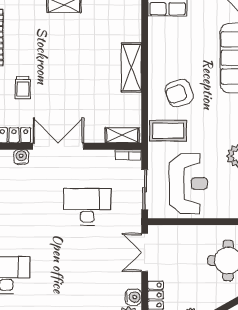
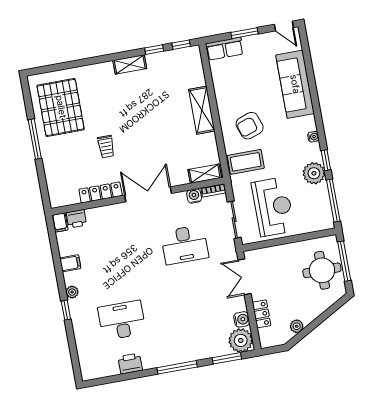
water cooler: (21, 157) -> (194, 196), moved
desk: (87, 207) -> (185, 245), turned 180

